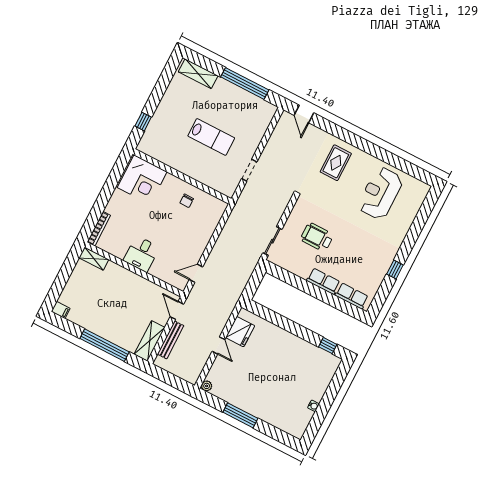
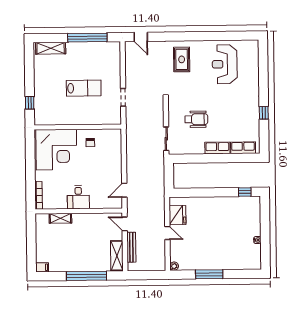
corner desk: (142, 180) -> (56, 150), width x1.36, depth x1.36
wheelchair: (317, 237) -> (196, 119), turned 180
shelving: (94, 259) -> (60, 218), moved

